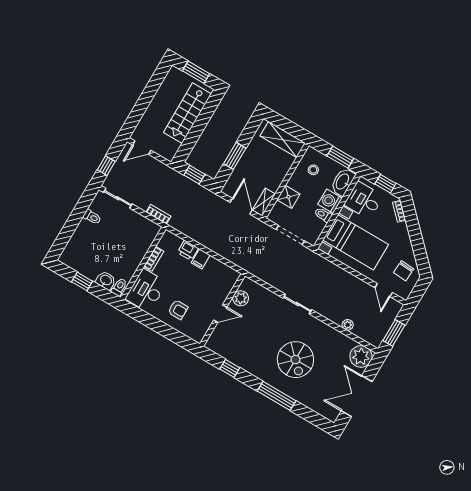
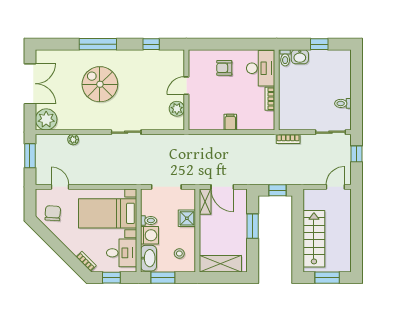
printer: (188, 250) -> (245, 123), removed

